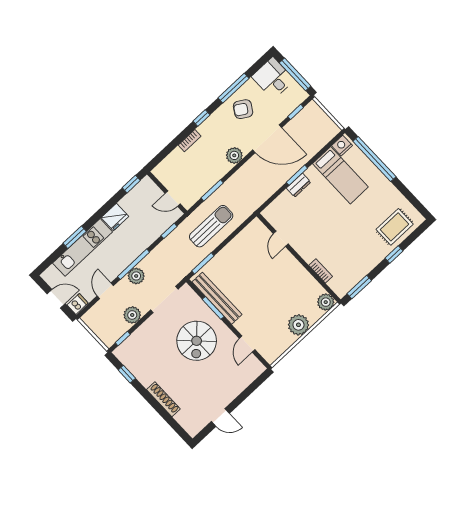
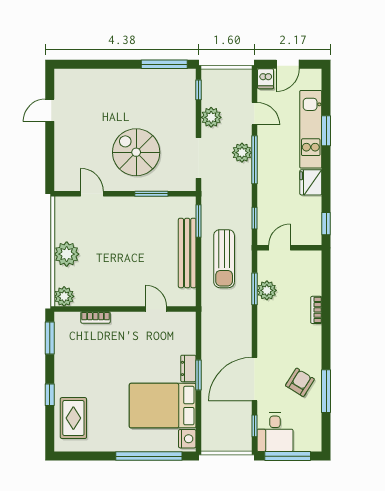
desk: (273, 78) -> (275, 432), moved, turned 90
window: (202, 118) -> (326, 339), removed
plant: (234, 155) -> (267, 290), moved
bed: (340, 175) -> (163, 406), width x1.50
bench: (217, 298) -> (187, 253), moved, turned 90
window: (127, 374) -> (164, 64), width x2.17
shoe rack: (163, 399) -> (112, 75), removed

